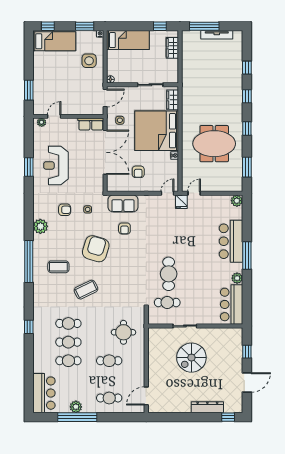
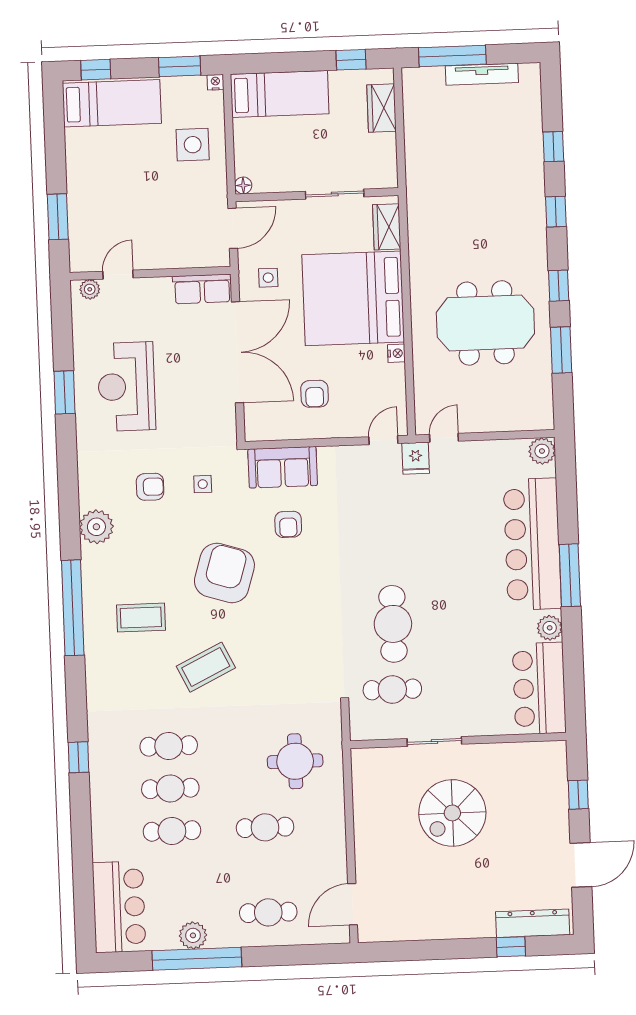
window: (247, 167) -> (561, 350), moved
bar counter: (231, 241) -> (532, 544), width x1.36
dresser: (207, 407) -> (533, 923), moved
window: (228, 417) -> (511, 947), moved

